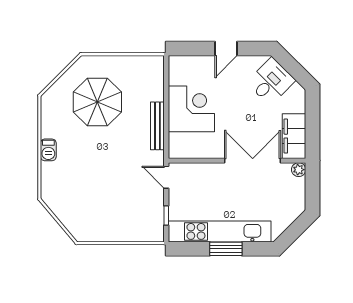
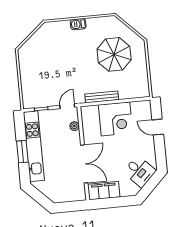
door: (226, 48) -> (158, 127), moved
plant: (299, 170) -> (74, 126), moved

